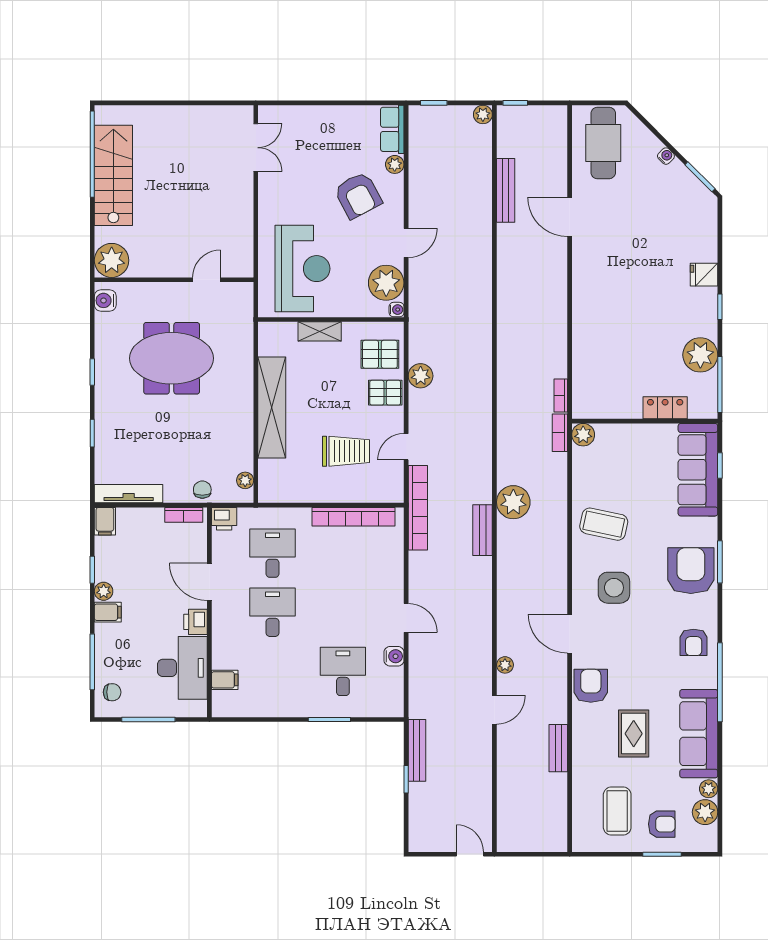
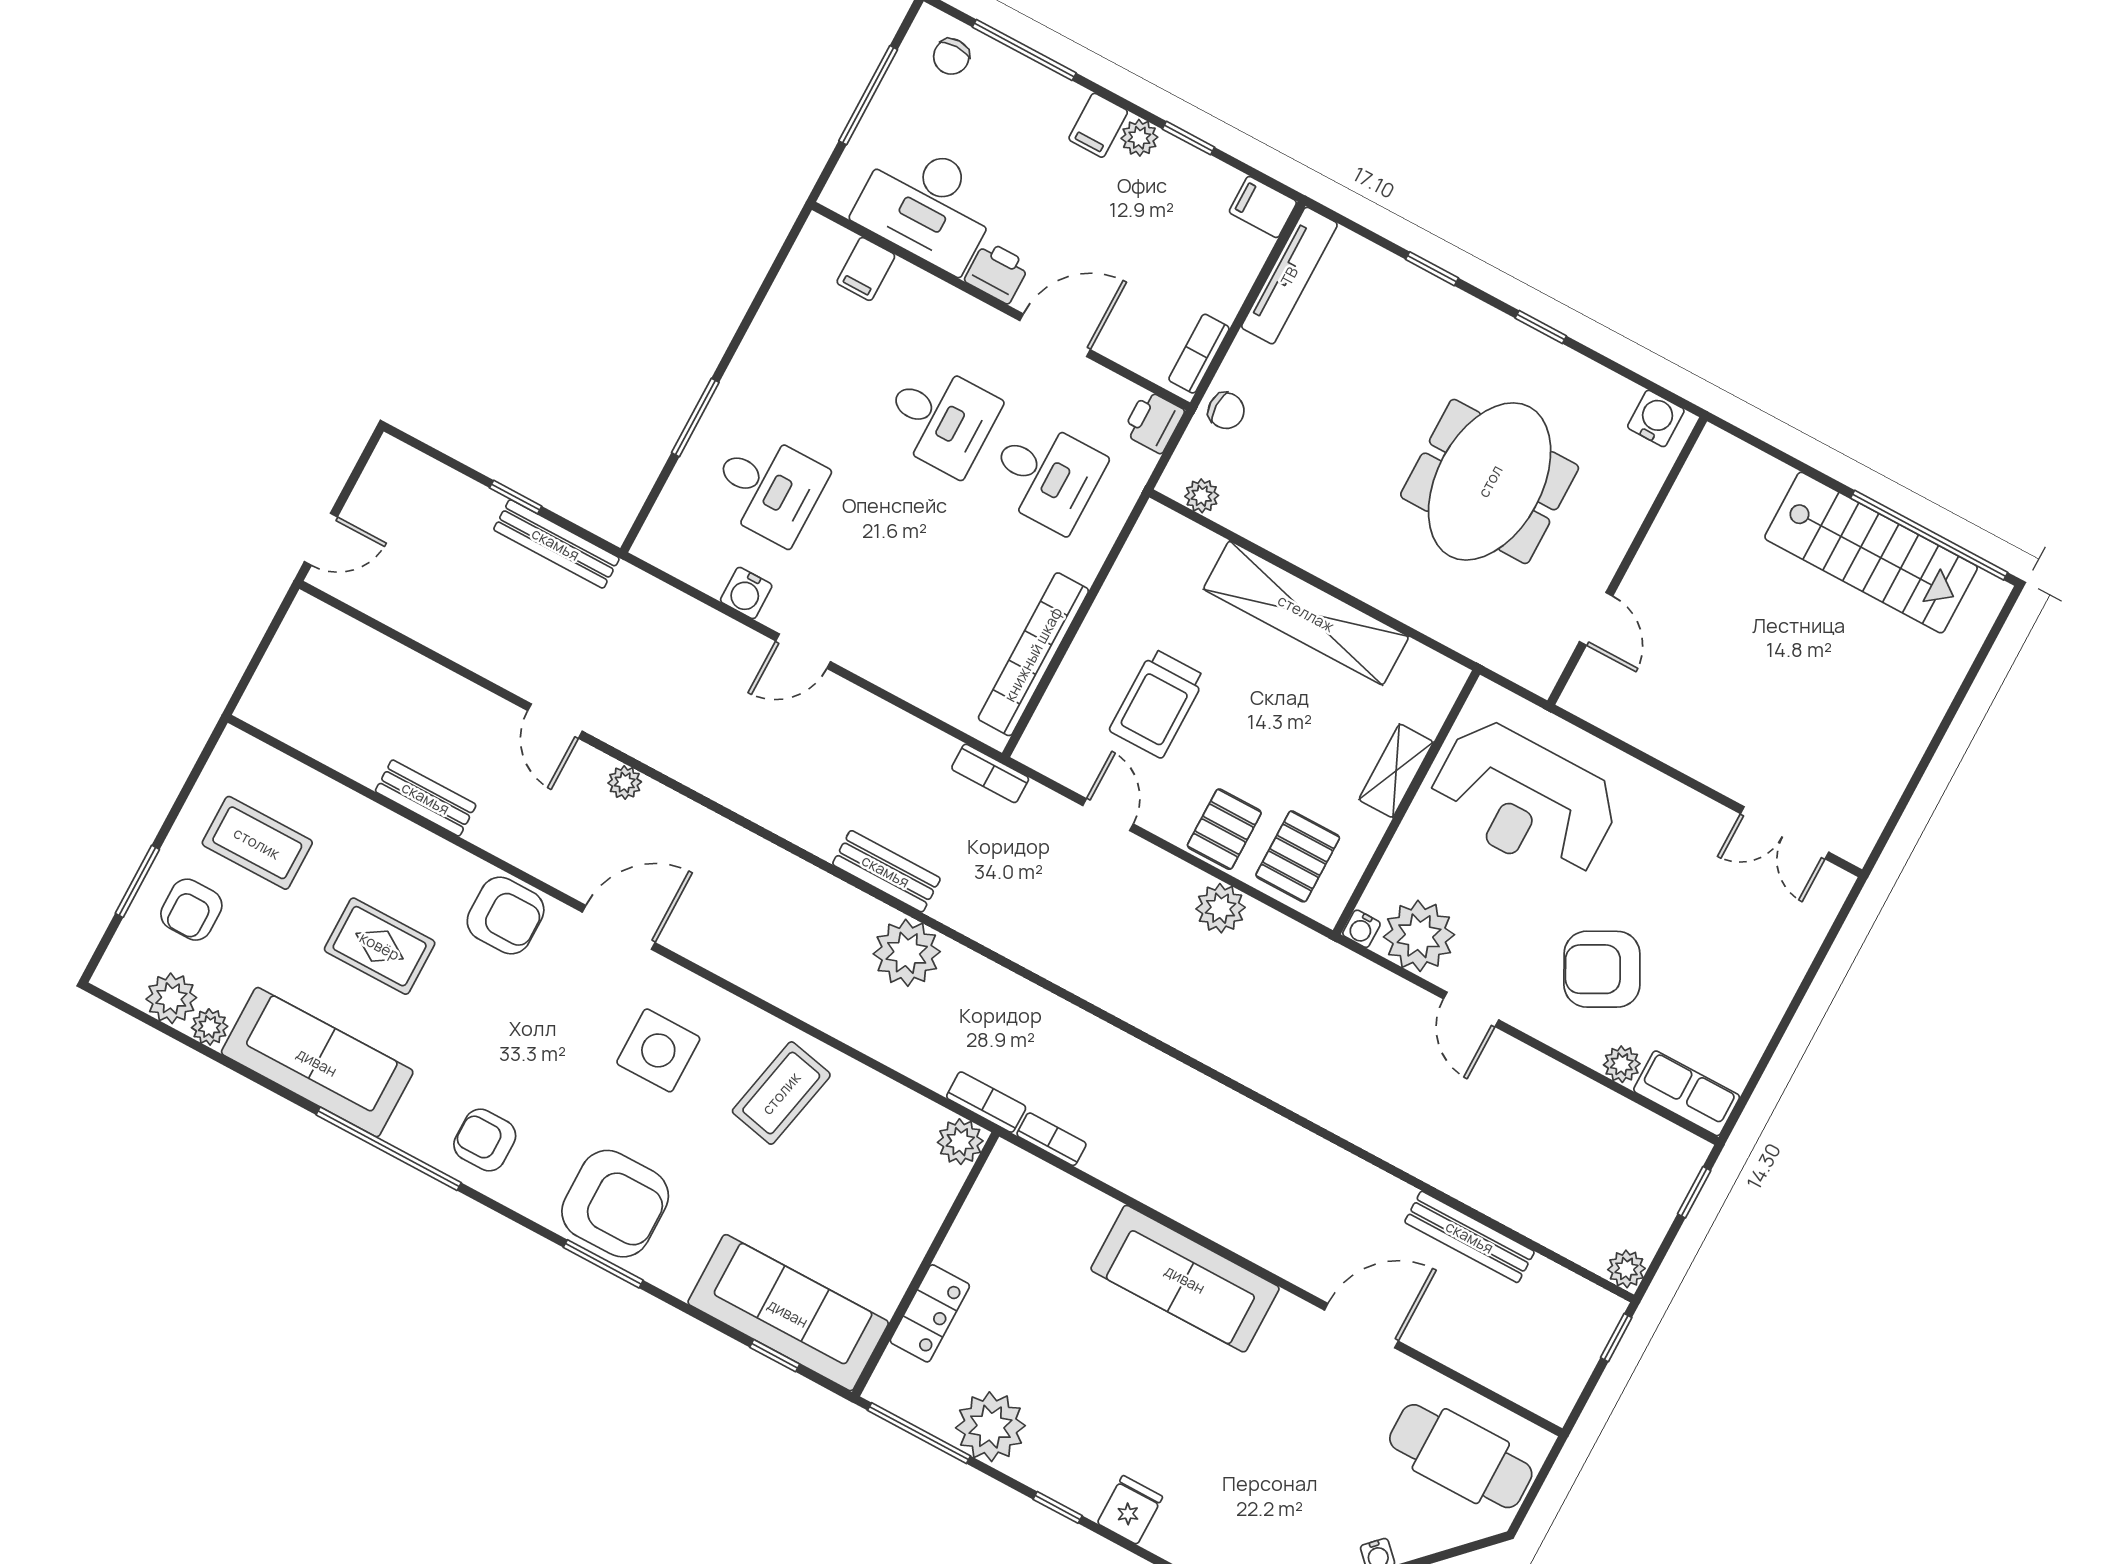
plant: (112, 260) -> (1721, 468), removed
sofa: (590, 305) -> (1185, 1279), added
bookcase: (418, 508) -> (990, 773), width x0.43, depth x0.76

